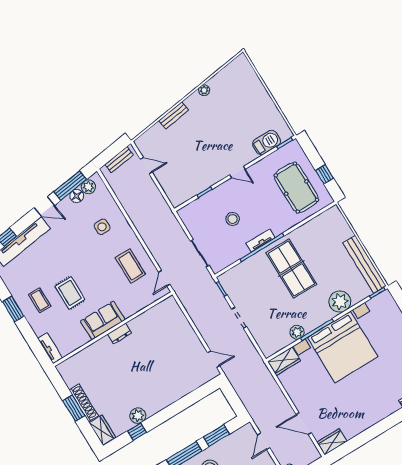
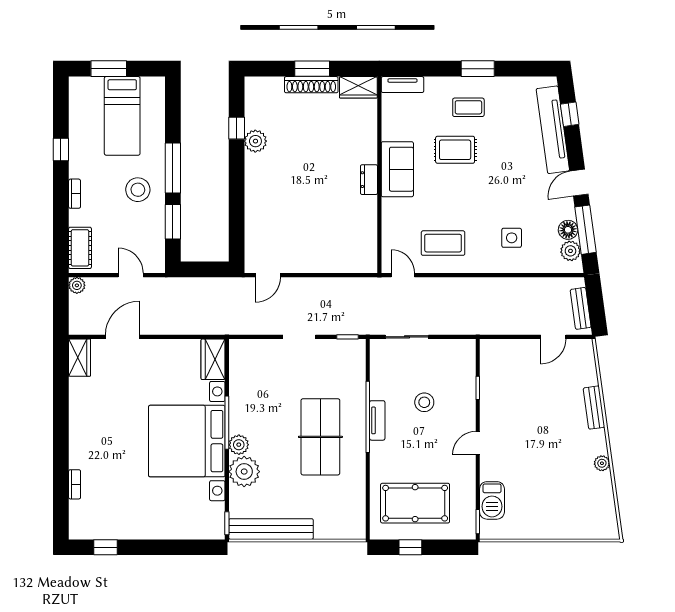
table tennis table: (291, 269) -> (320, 437), turned 90
plant: (297, 332) -> (239, 445), moved
wardrobe: (102, 430) -> (358, 87), moved

